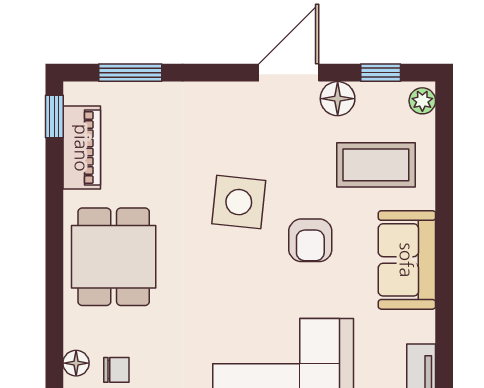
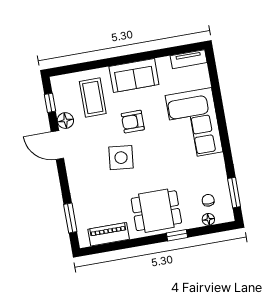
plant: (422, 101) -> (60, 81), removed
window: (54, 116) -> (177, 235), moved
armchair: (310, 240) -> (133, 122), turned 180

